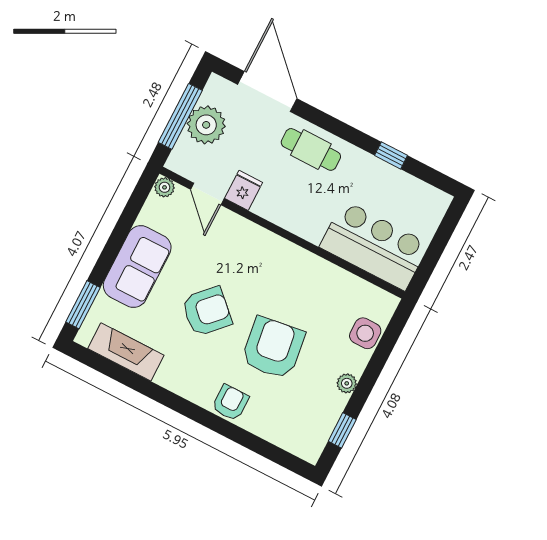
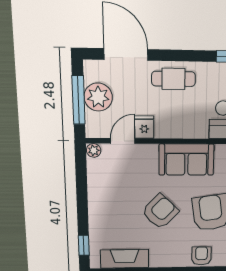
door: (207, 194) -> (123, 141), swing flipped
sofa: (137, 267) -> (186, 160), moved, turned 90
window: (83, 305) -> (84, 245), width x0.67

